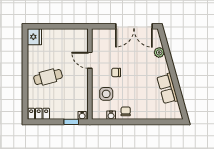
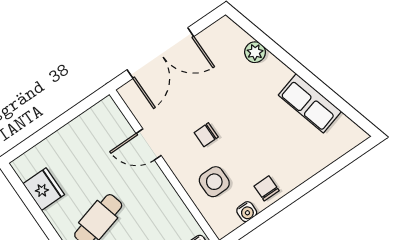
double door: (134, 26) -> (160, 53), moved
fridge: (34, 37) -> (44, 189), moved

